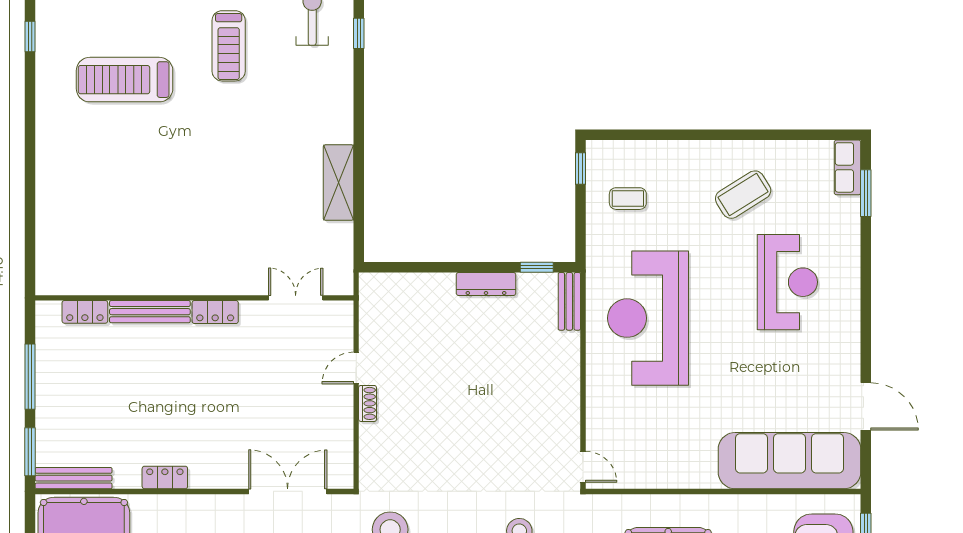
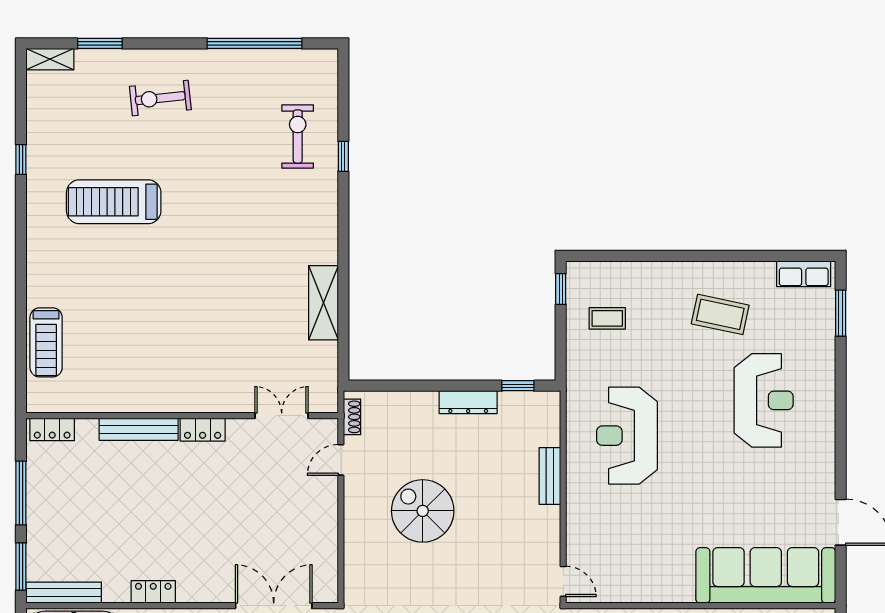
treadmill: (229, 46) -> (46, 342), moved
row of seats: (848, 167) -> (804, 274), moved, turned -90
coffee table: (743, 195) -> (720, 314), turned 44
bench: (569, 301) -> (550, 476), moved
locker: (85, 312) -> (52, 429), moved
reception desk: (648, 318) -> (627, 436), width x0.74, depth x0.77
door: (356, 368) -> (341, 460), moved
spiral stairs: (440, 395) -> (423, 511), added
shoe rack: (368, 403) -> (352, 417), moved

